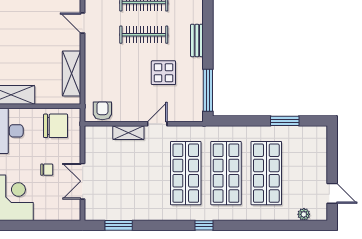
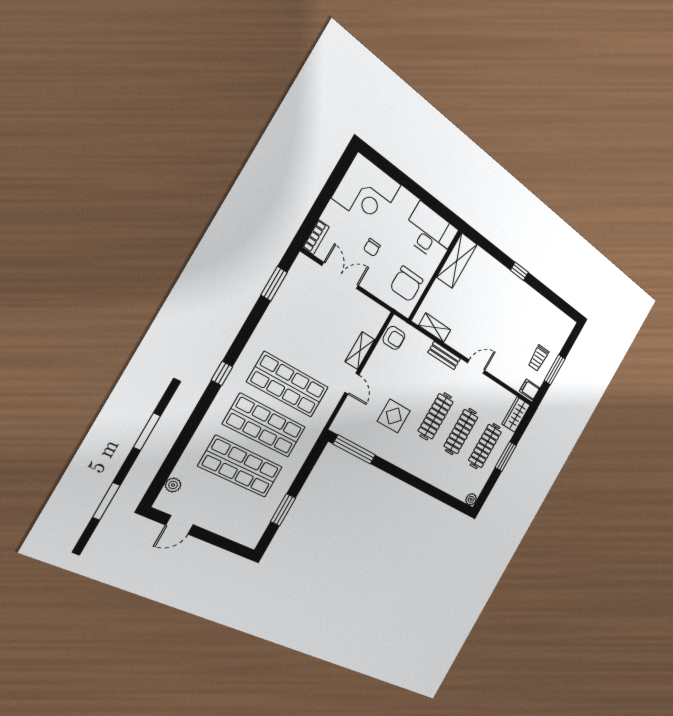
bench: (197, 40) -> (444, 356), moved
shelving: (72, 73) -> (435, 328), width x0.67, depth x0.75
bookcase: (67, 215) -> (316, 237), added

